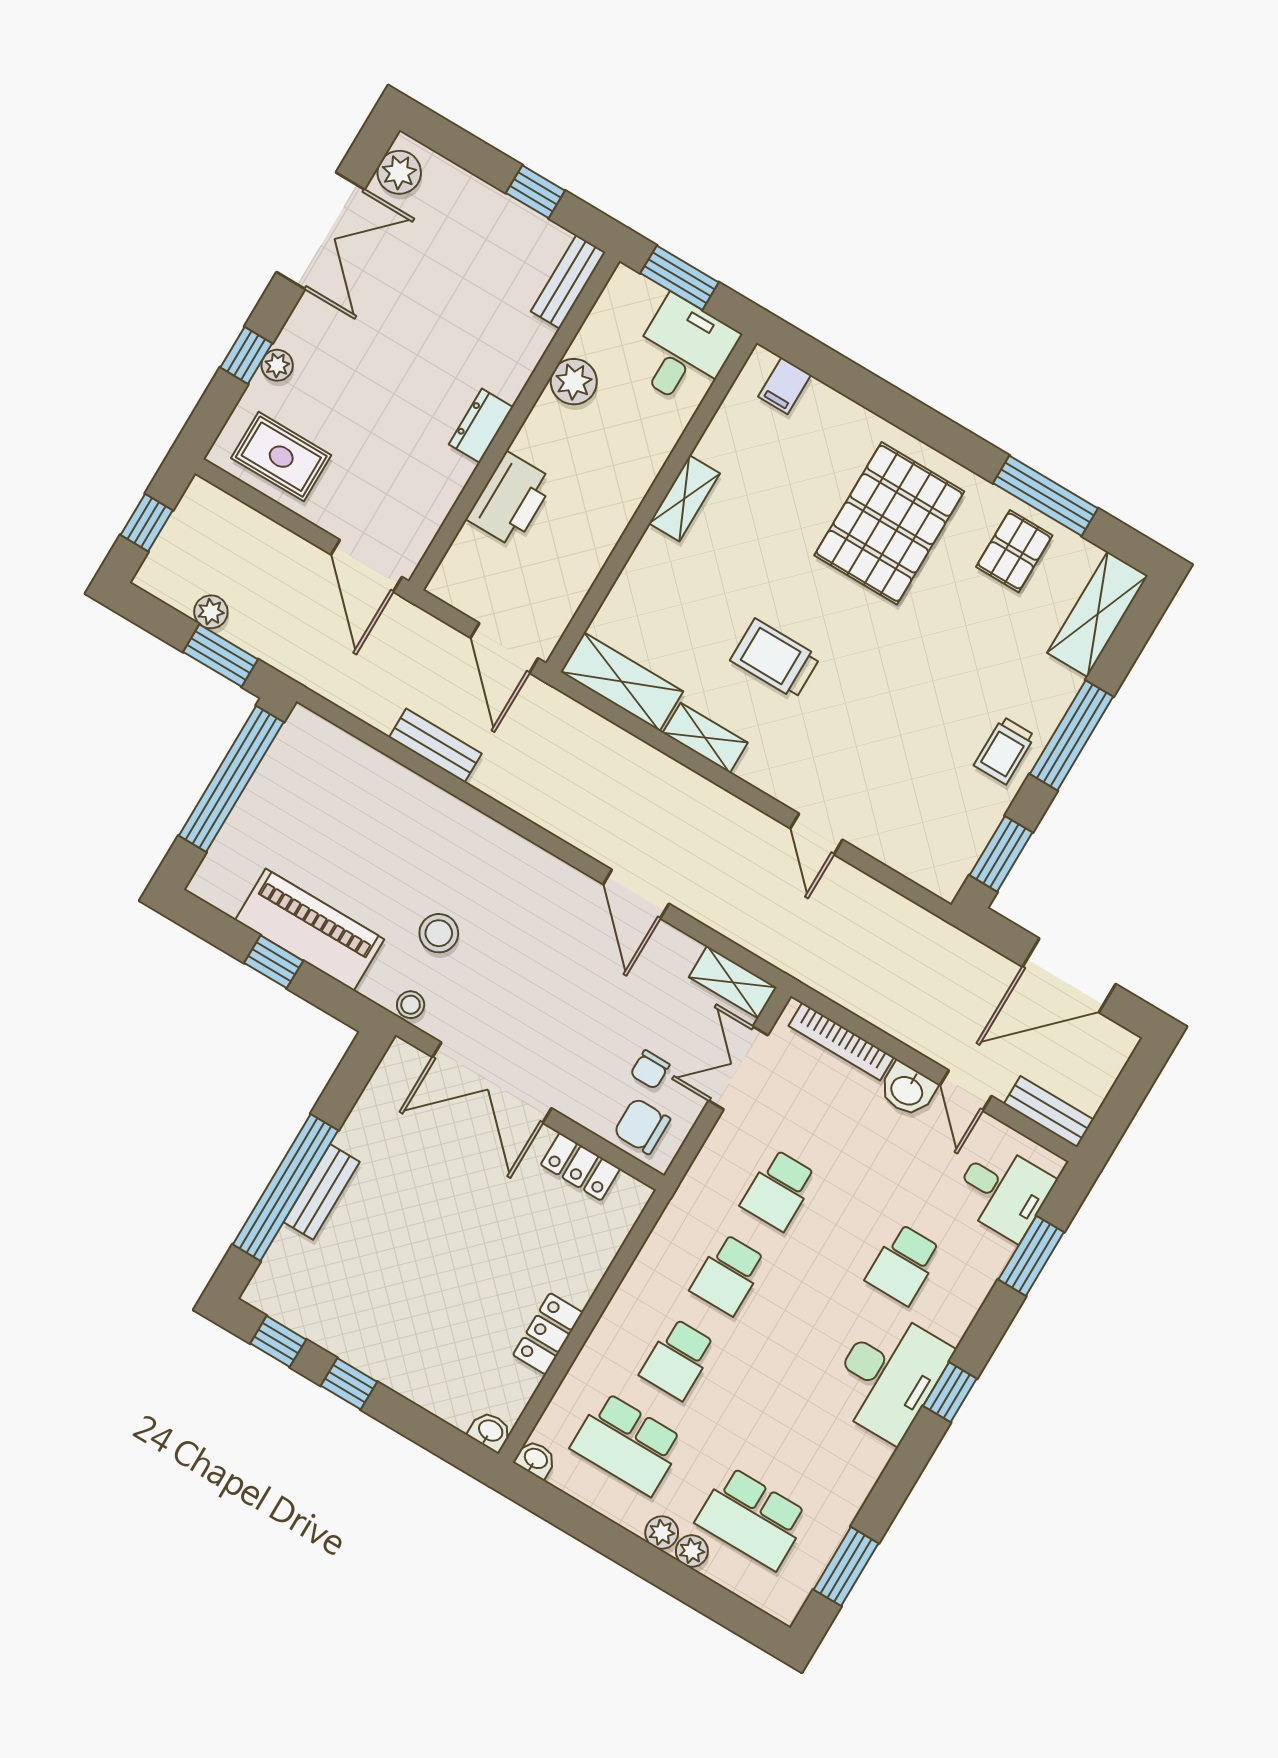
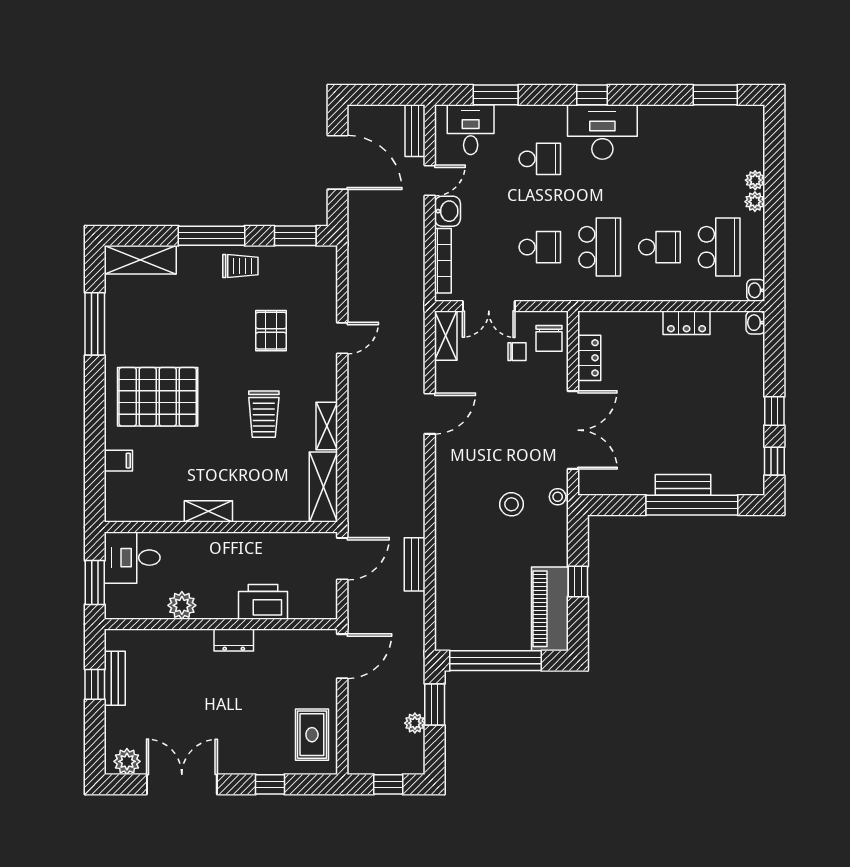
bench: (568, 282) -> (115, 678), moved, turned 90
plant: (277, 365) -> (266, 765), removed
filing cabinet: (785, 386) -> (118, 461), moved
pallet: (1014, 551) -> (271, 331), moved, turned 90
piano: (310, 930) -> (550, 609), moved
school desk: (728, 1275) -> (600, 247), width x1.85
school desk: (752, 1518) -> (719, 159), removed

